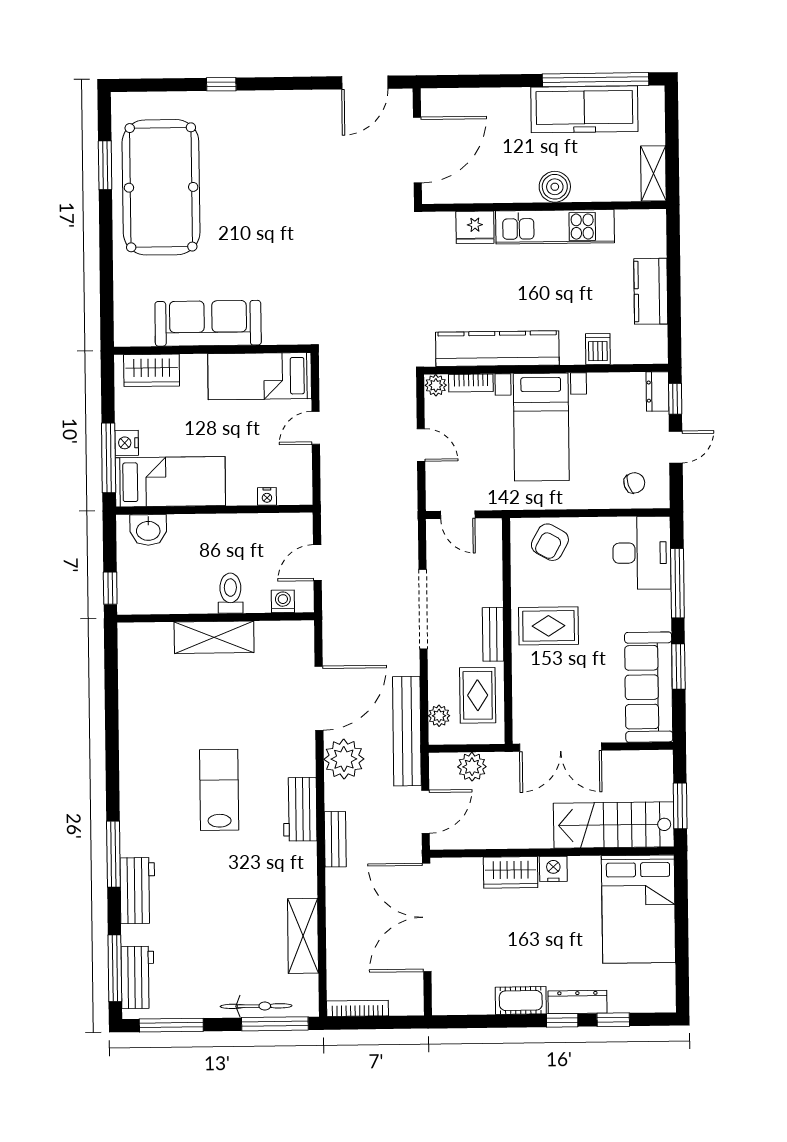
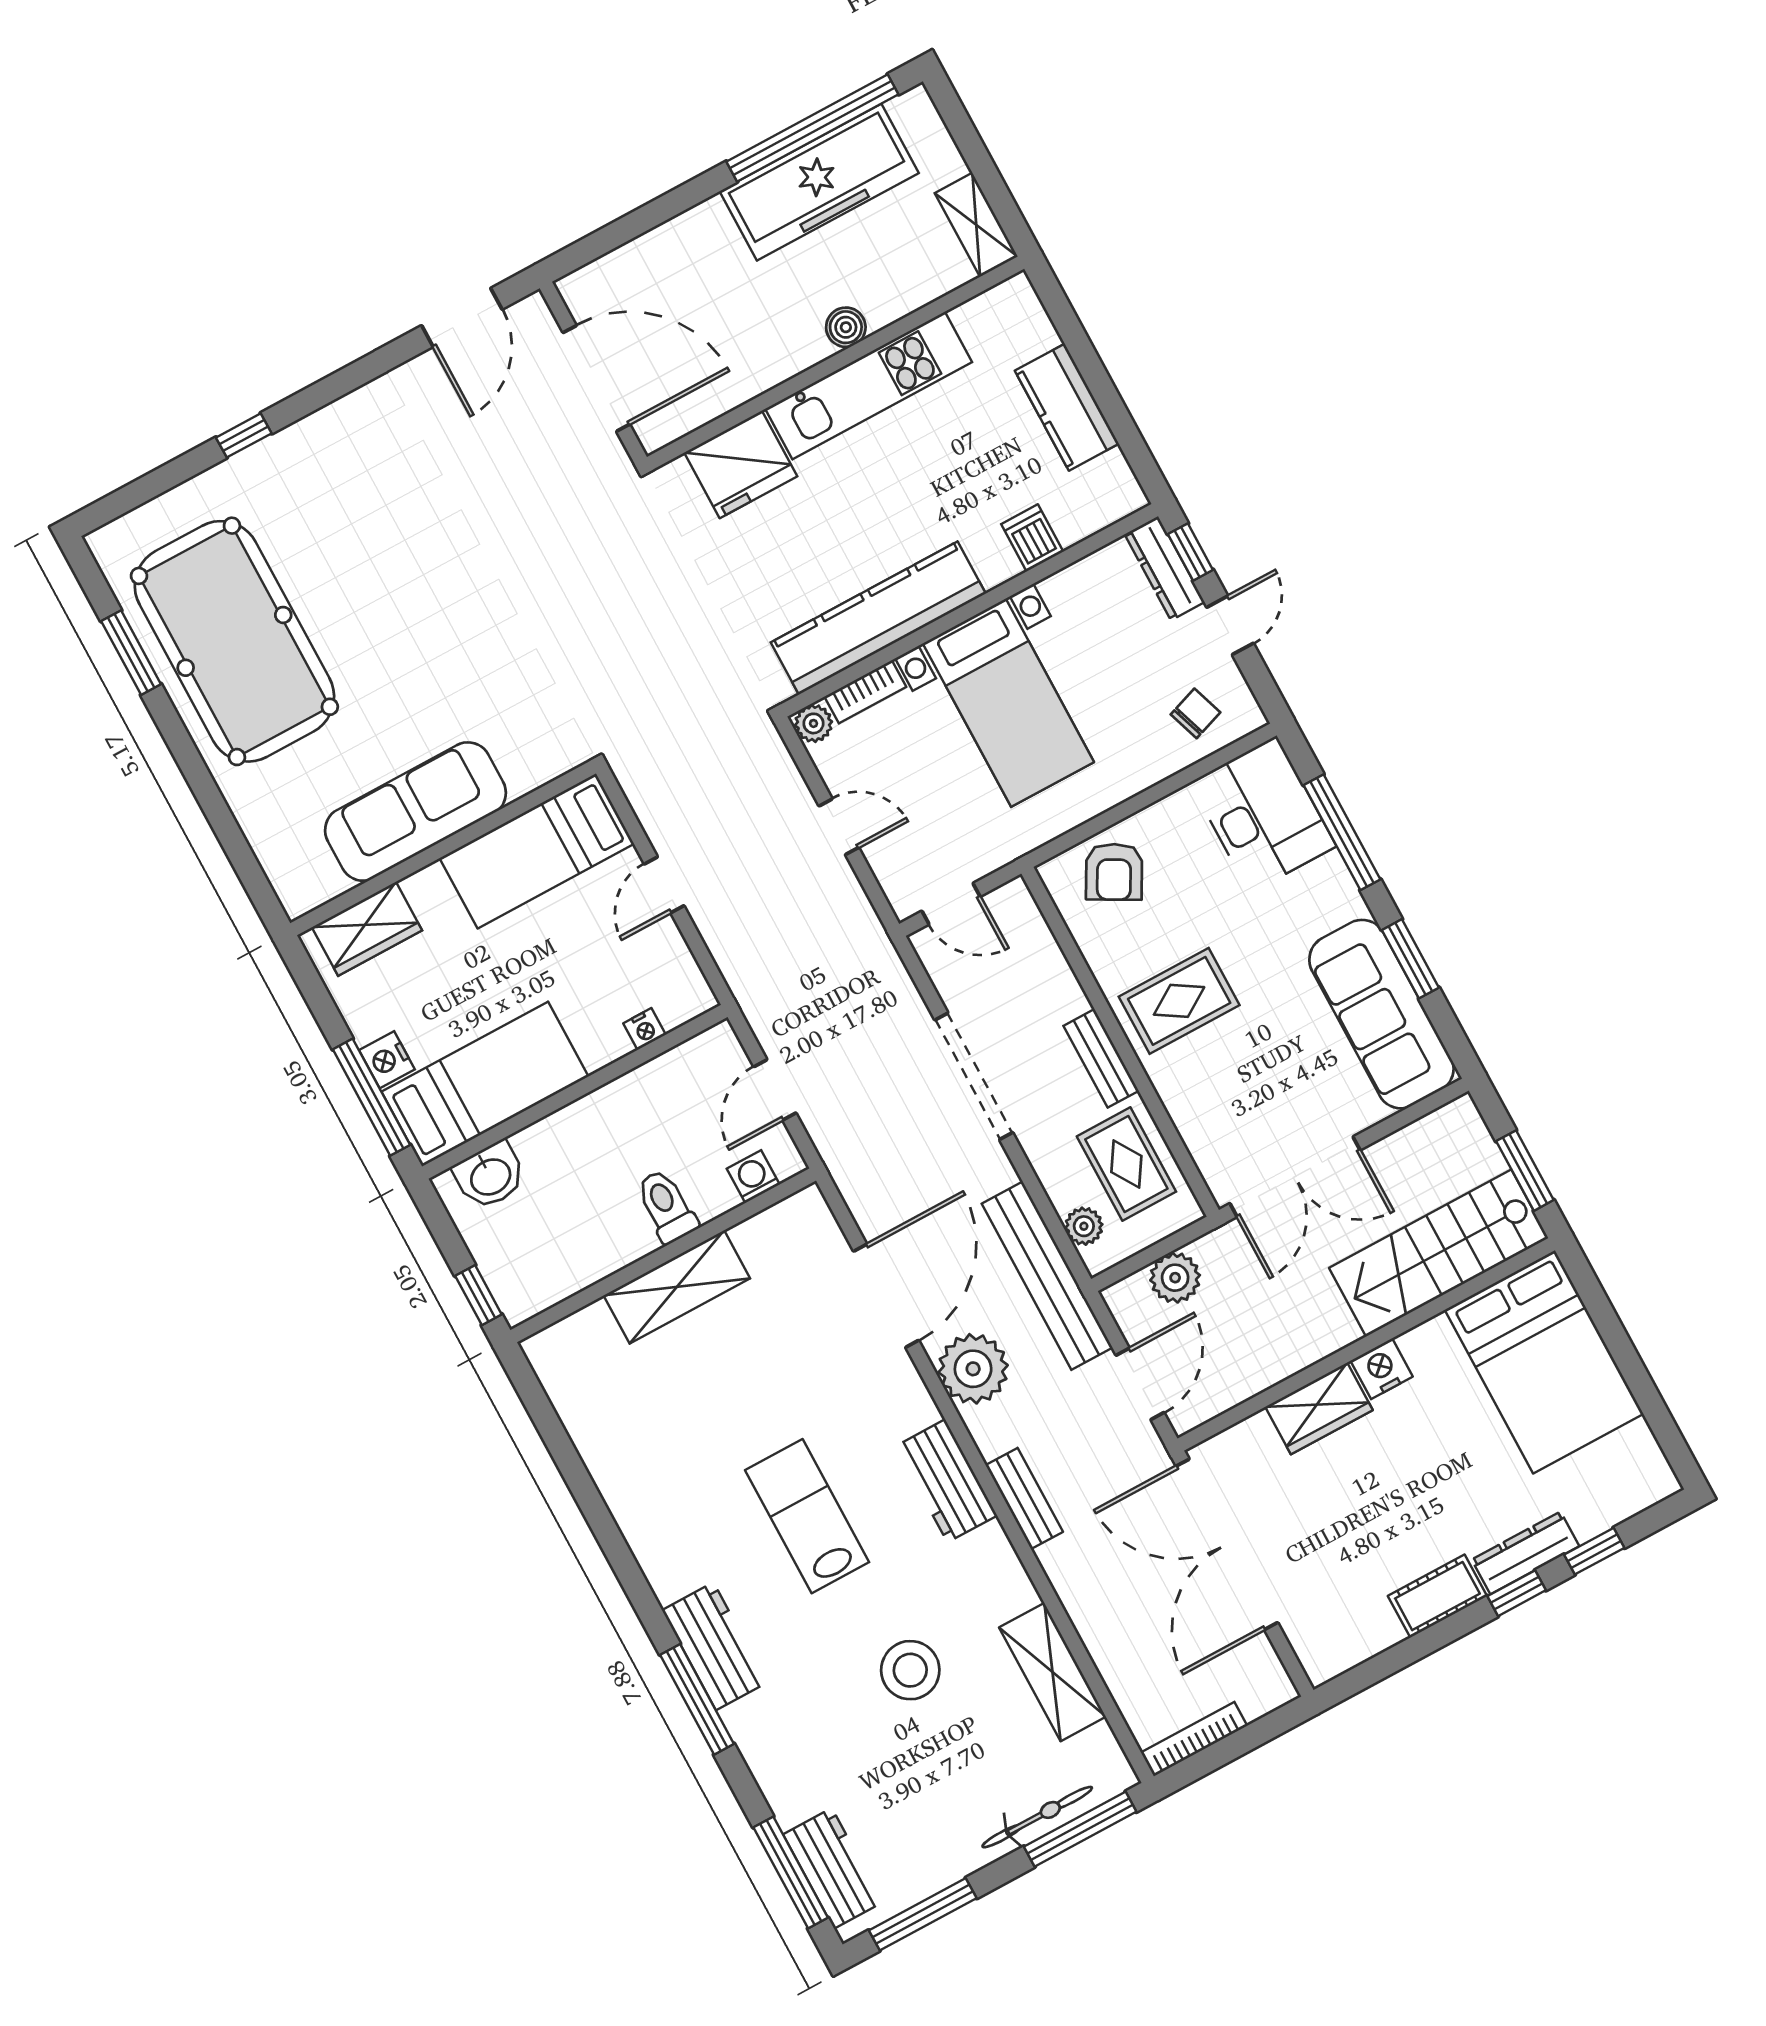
door: (417, 150) -> (596, 378), hinge flipped
boiler: (555, 187) -> (846, 327), width x0.73, depth x0.73
fridge: (475, 227) -> (741, 464), width x1.36, depth x1.34
dresser: (657, 391) -> (1165, 568), width x1.44
workbench: (137, 891) -> (715, 1646), moved
stool: (231, 897) -> (910, 1670), added

